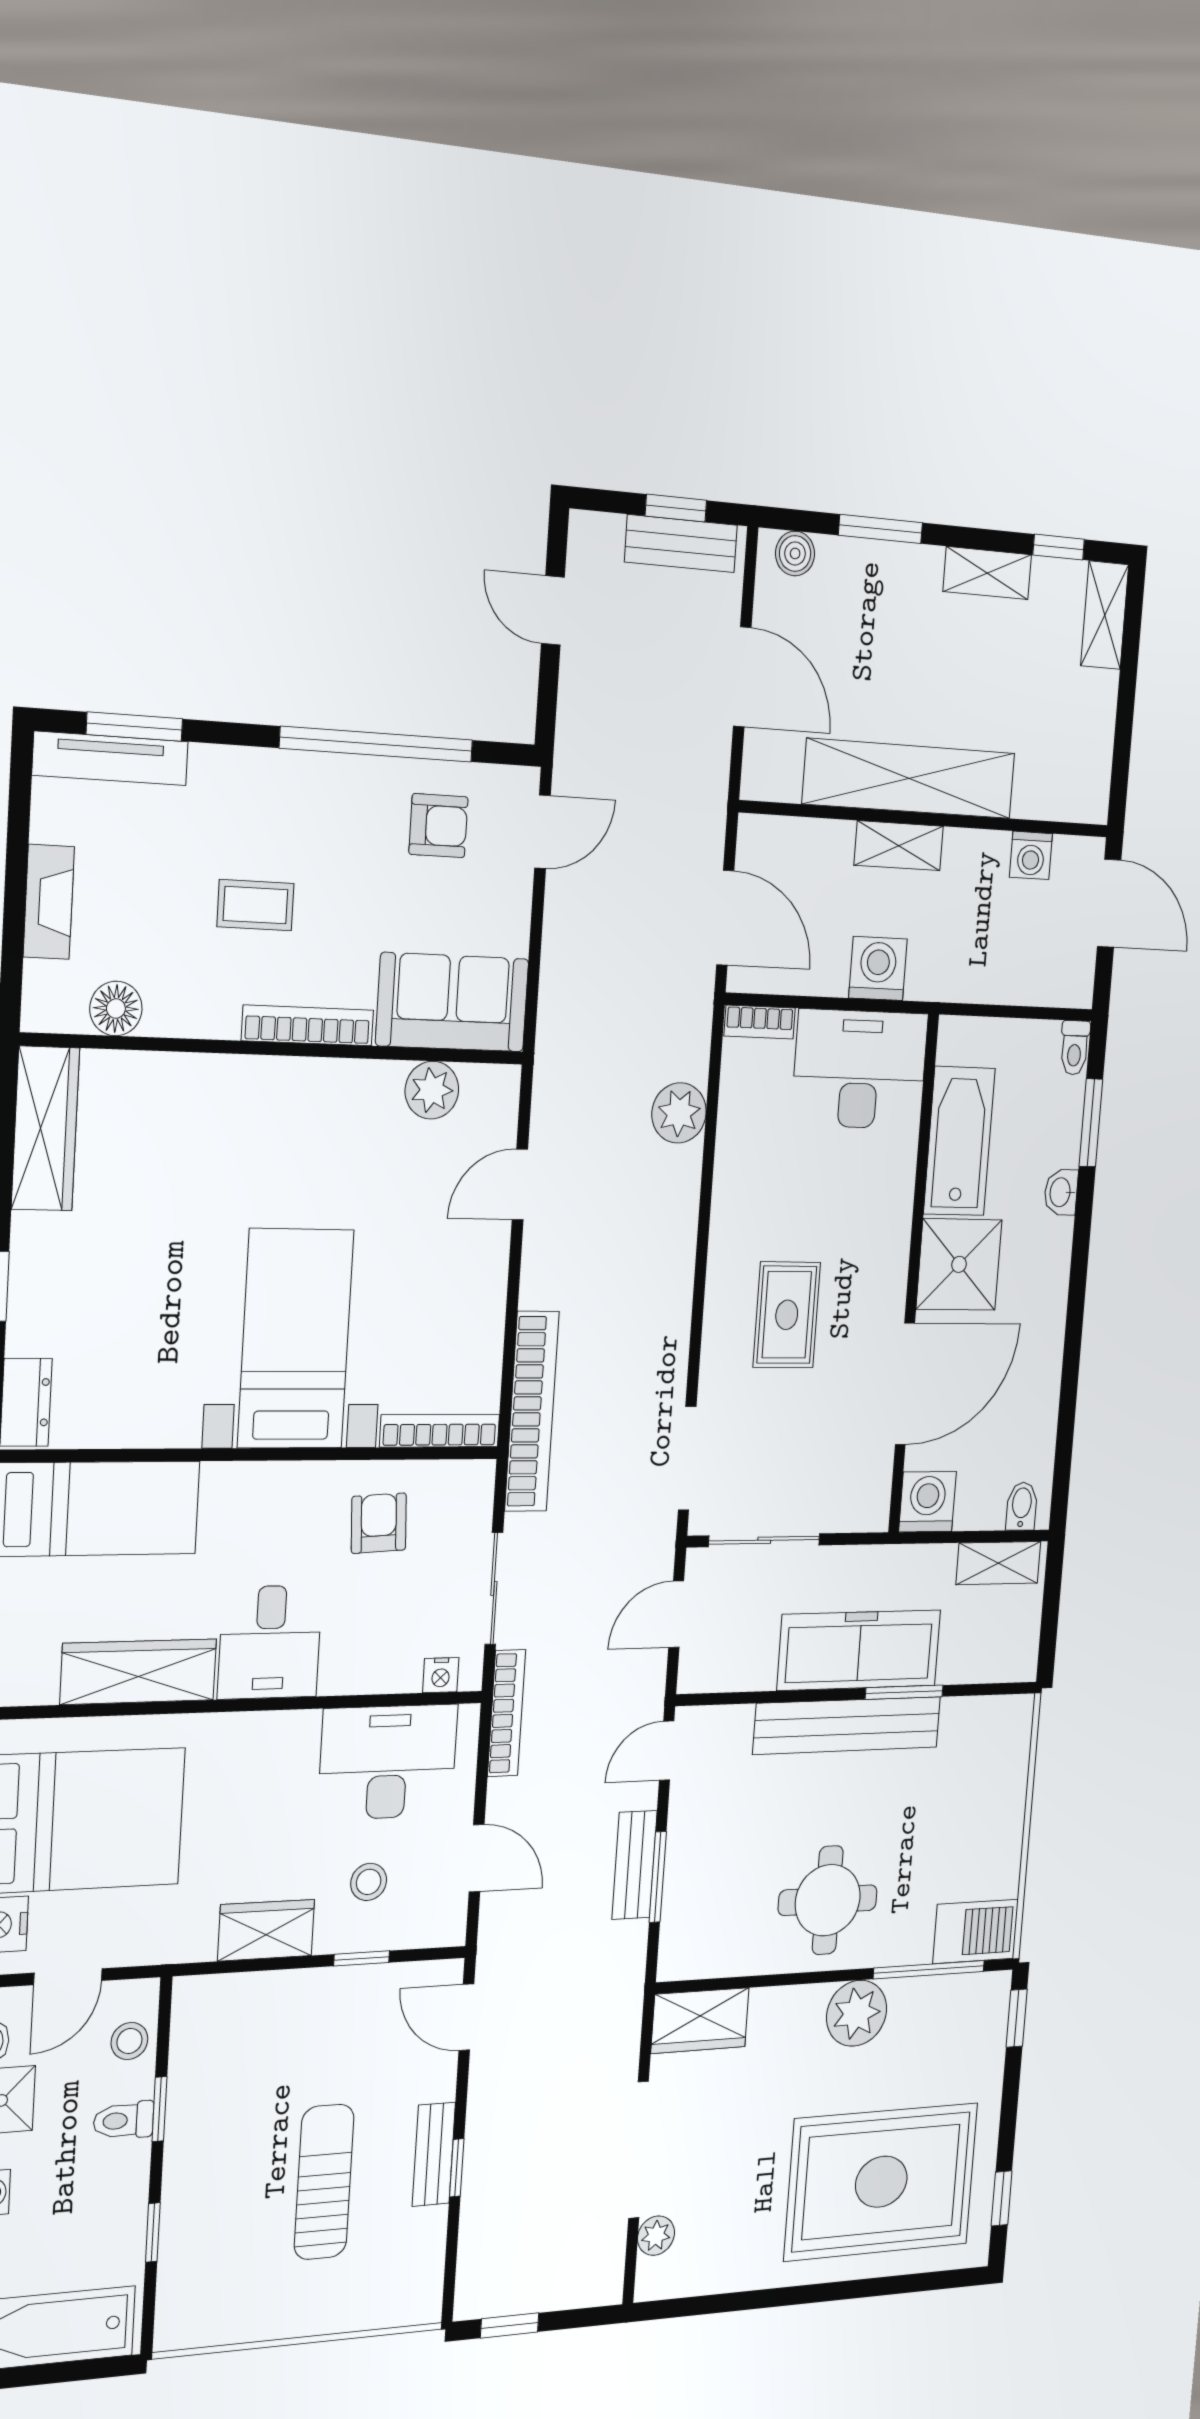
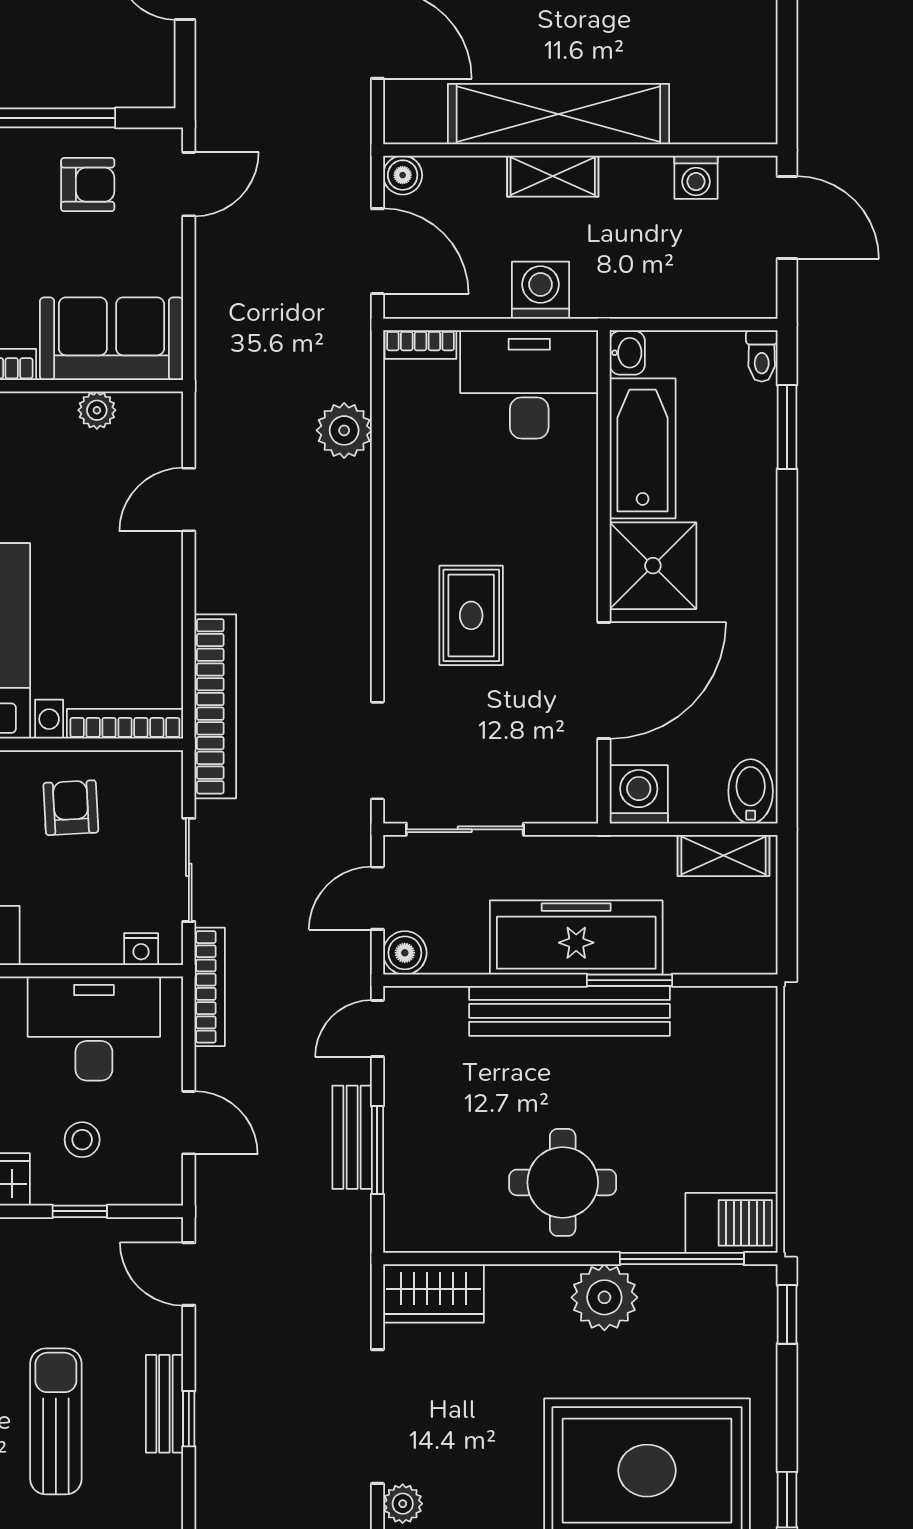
boiler: (756, 835) -> (403, 175), added
plant: (432, 1090) -> (97, 410), width x0.73, depth x0.73
washbasin: (1061, 1192) -> (627, 353), moved, turned 180
bidet: (1022, 1506) -> (751, 791), width x1.38, depth x1.36
boiler: (698, 1671) -> (405, 953), added

